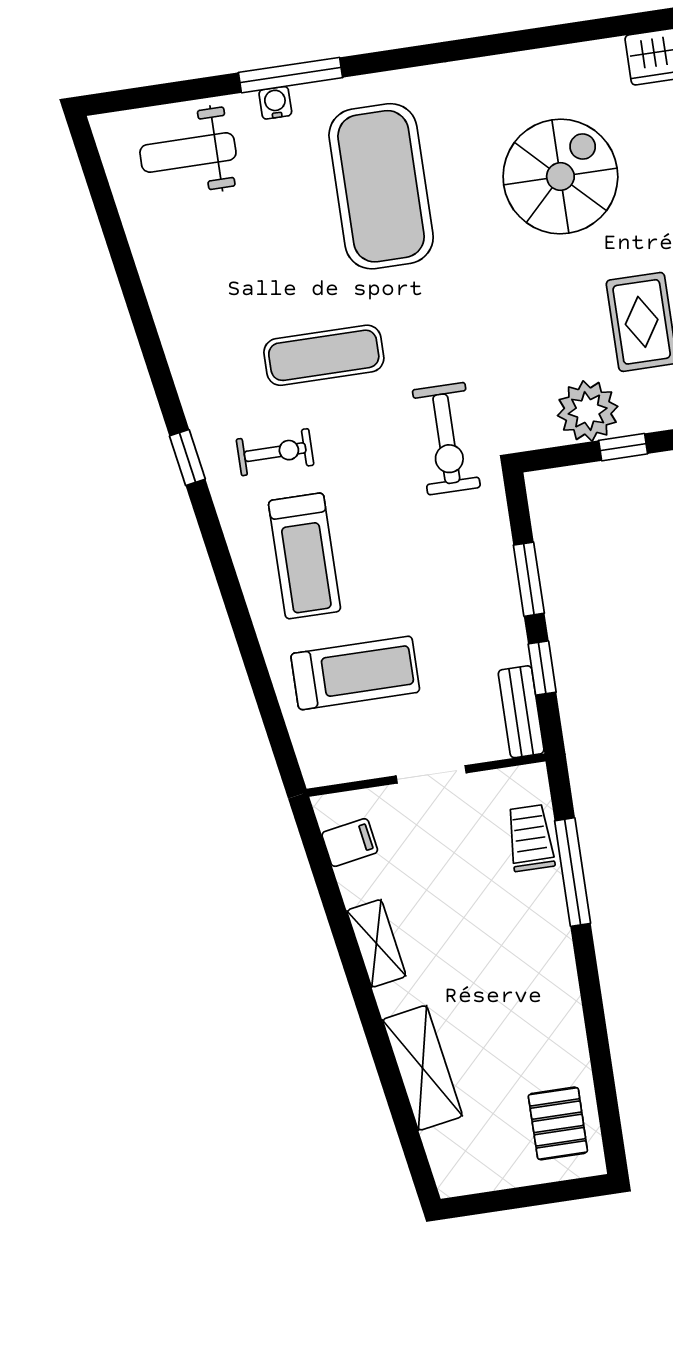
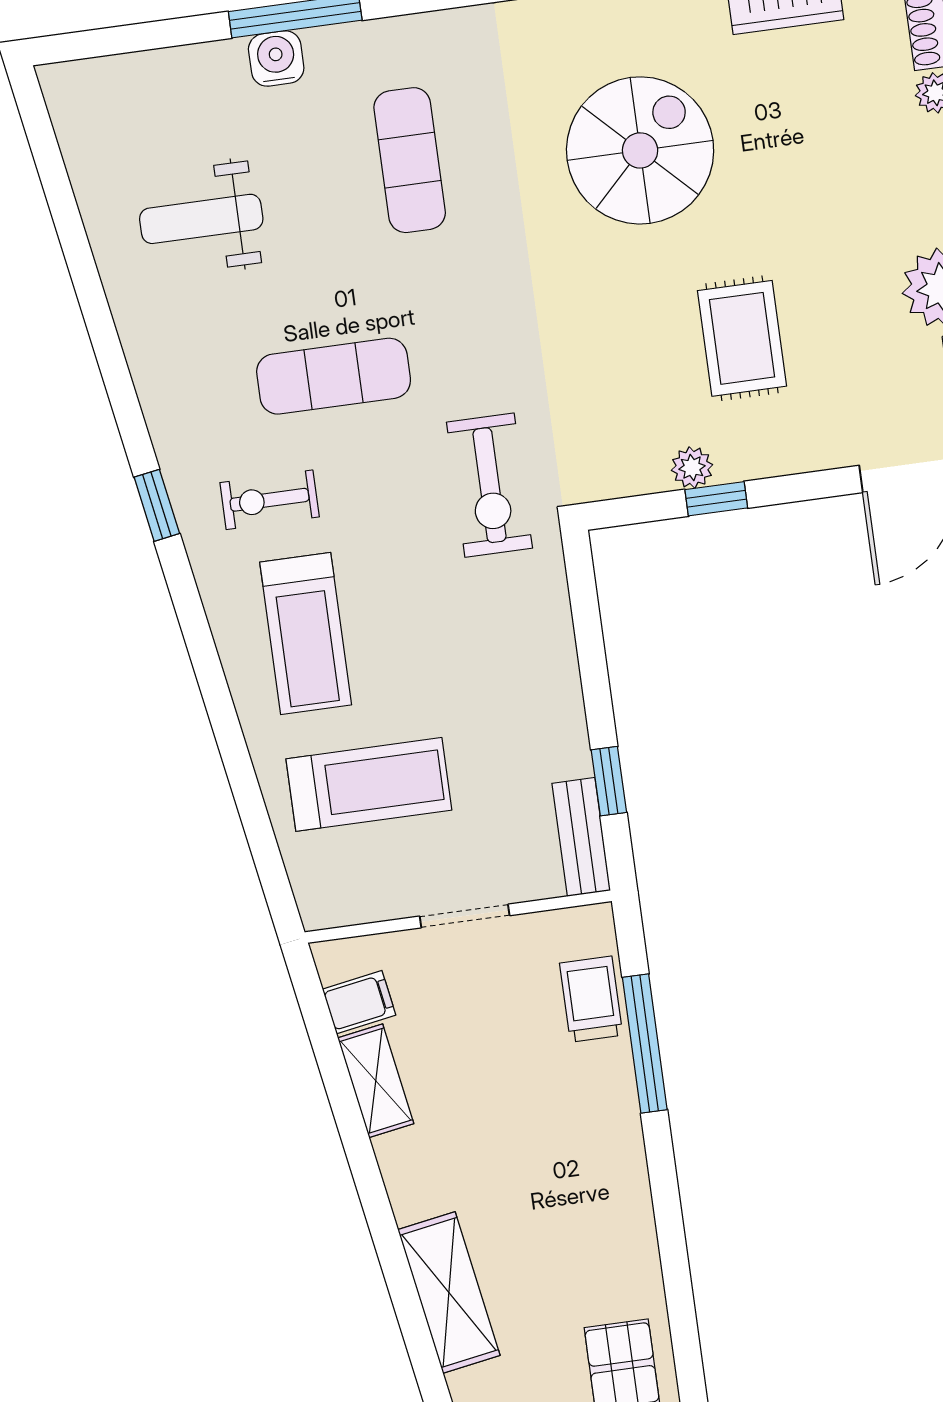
water cooler: (275, 103) -> (276, 59), width x1.38, depth x1.38
weight bench: (188, 152) -> (201, 219), moved
exercise mat: (381, 186) -> (410, 160), width x0.50, depth x0.69
plant: (588, 411) -> (692, 468), width x0.53, depth x0.53
exercise bike: (275, 452) -> (270, 500), turned 180
window: (529, 579) -> (593, 667), removed
shelving: (376, 943) -> (376, 1081), moved

